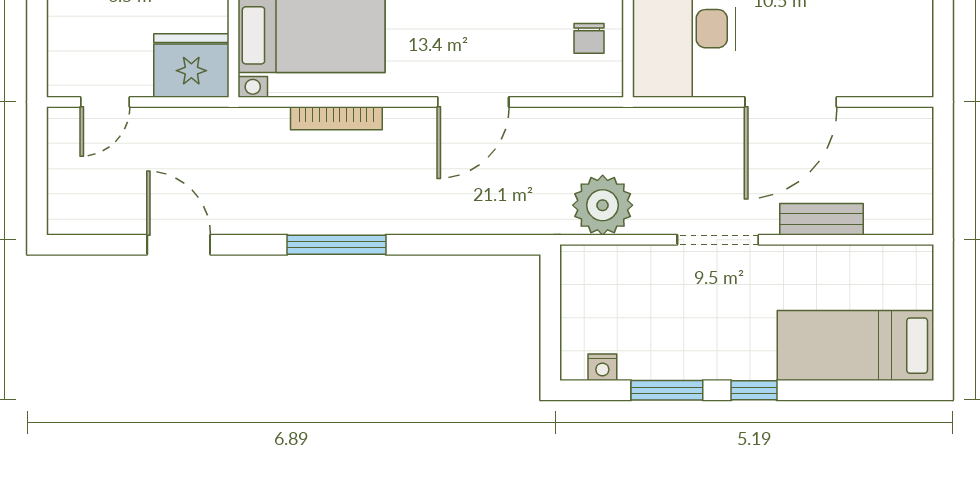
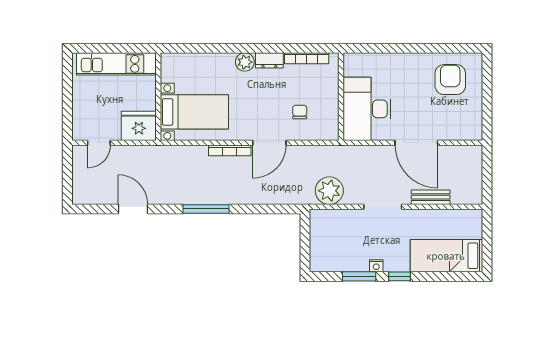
chair: (589, 38) -> (300, 112), moved, turned 180
door: (791, 102) -> (416, 143), hinge flipped
bookcase: (336, 118) -> (230, 150), moved
nightstand: (602, 367) -> (376, 266), moved

